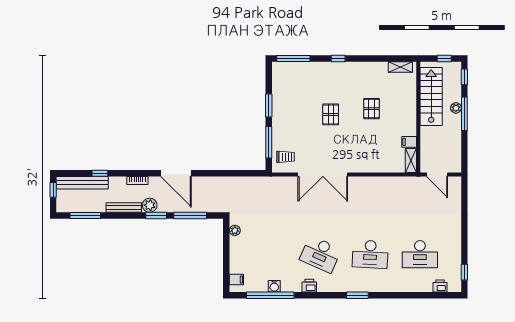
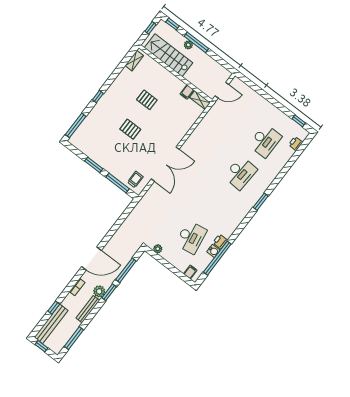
desk: (321, 254) -> (191, 237), moved, turned -33
printer: (309, 286) -> (220, 242), moved

